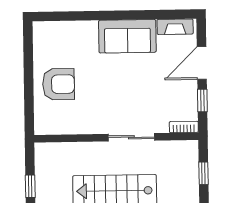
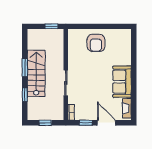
window: (30, 186) -> (51, 26), moved

